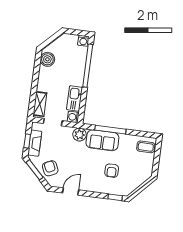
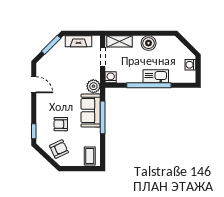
washing machine: (83, 41) -> (190, 65), moved
boiler: (47, 59) -> (149, 43), moved
window: (88, 66) -> (149, 85), moved
kitchen sink: (74, 98) -> (156, 76), moved
window: (27, 141) -> (80, 33), removed
armchair: (50, 168) -> (59, 149), moved

